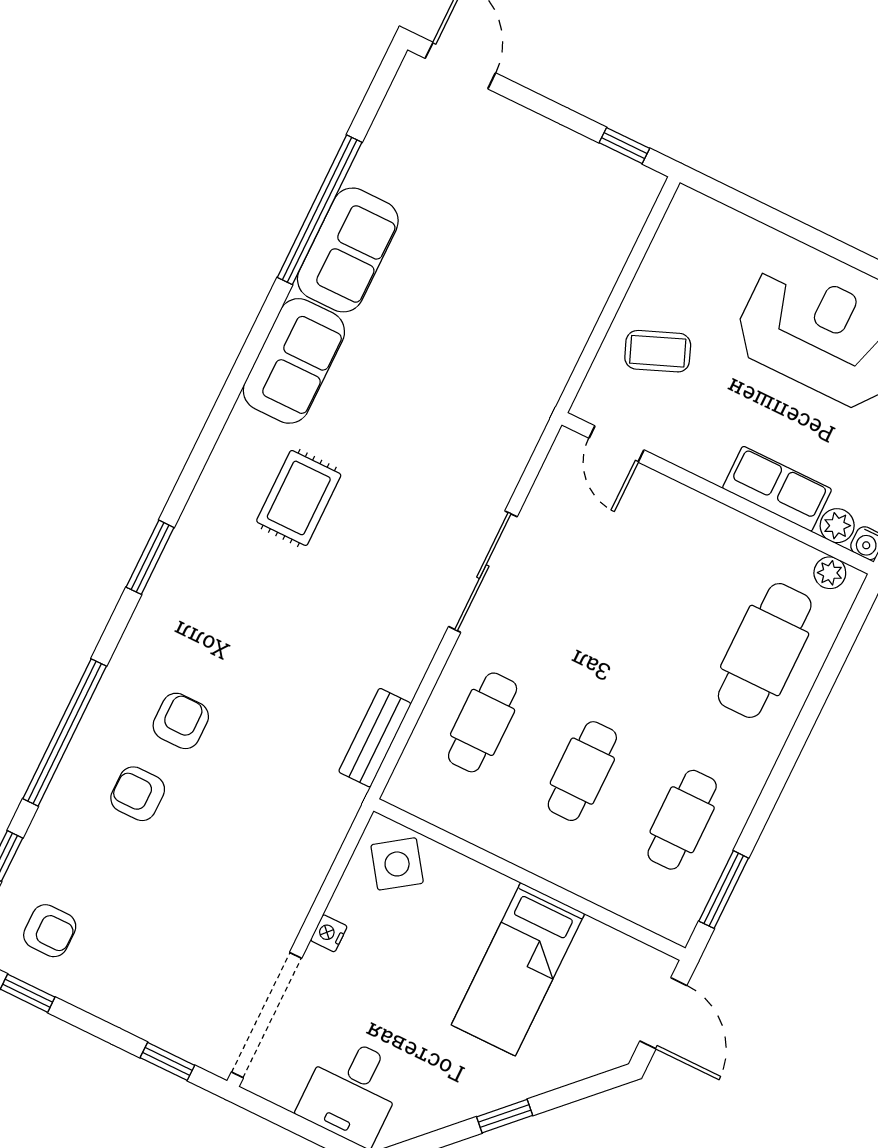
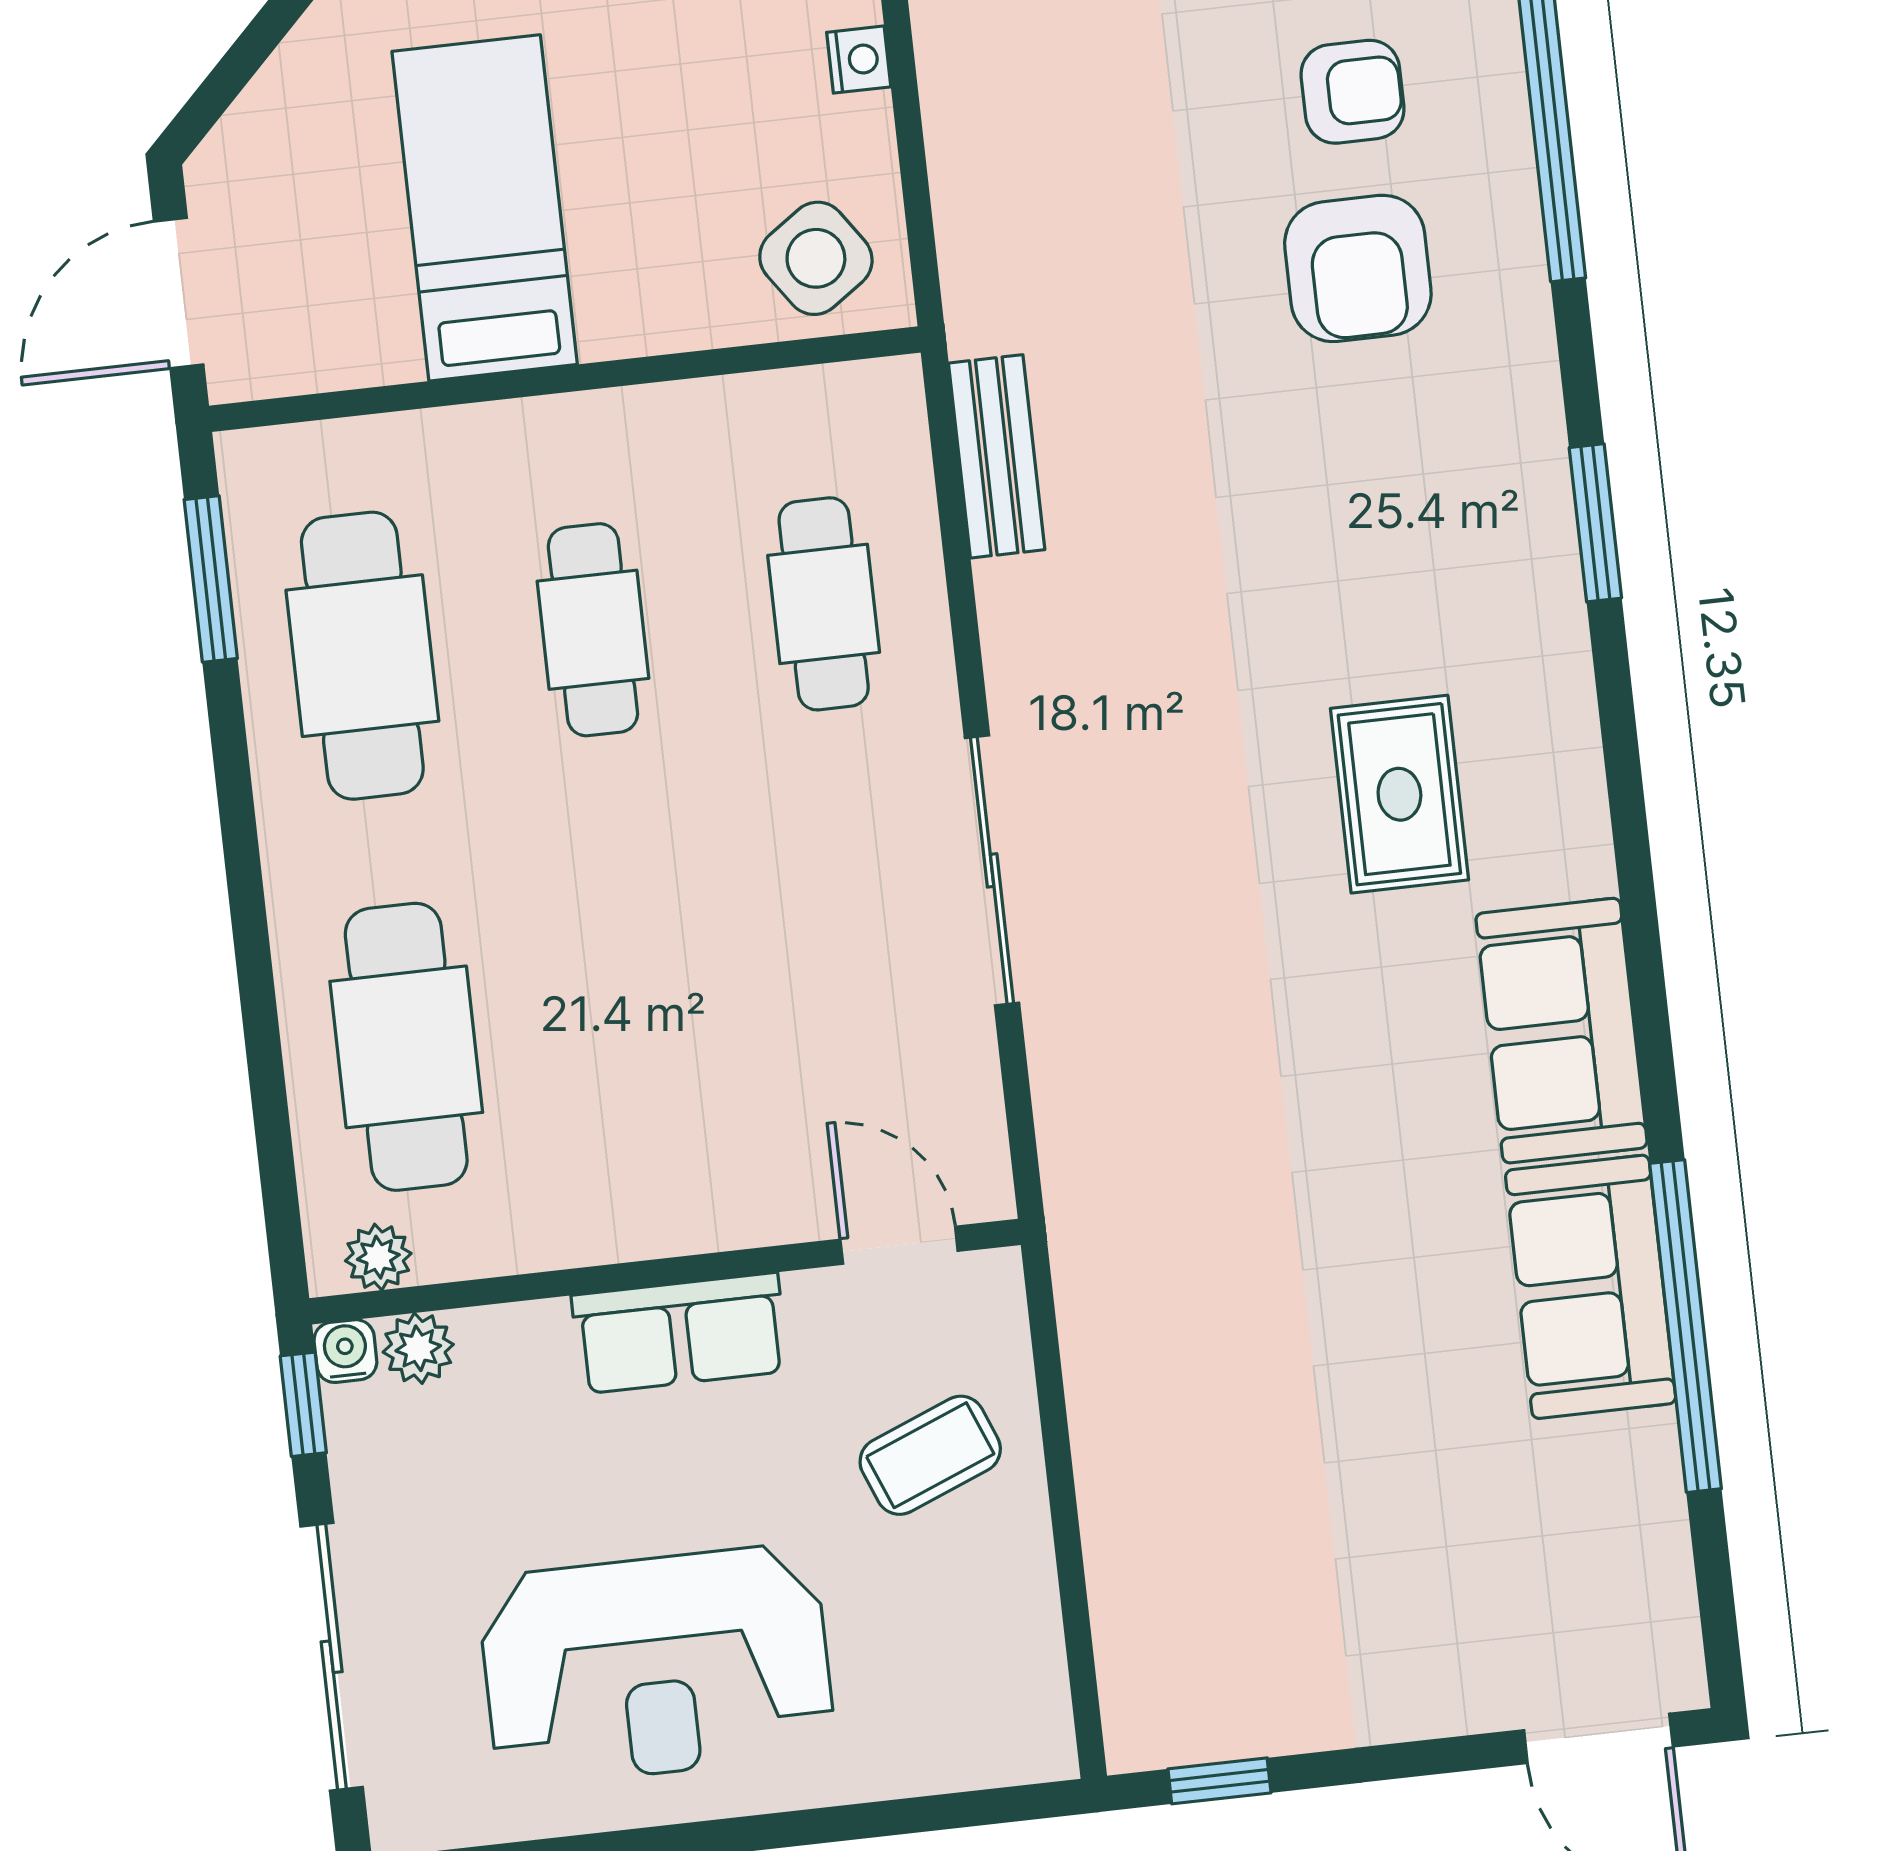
row of seats: (777, 489) -> (680, 1333), moved
armchair: (181, 721) -> (1358, 268), width x1.38, depth x1.38
cafe table: (682, 820) -> (362, 656), width x1.37, depth x1.35
door: (663, 1013) -> (179, 293), hinge flipped

